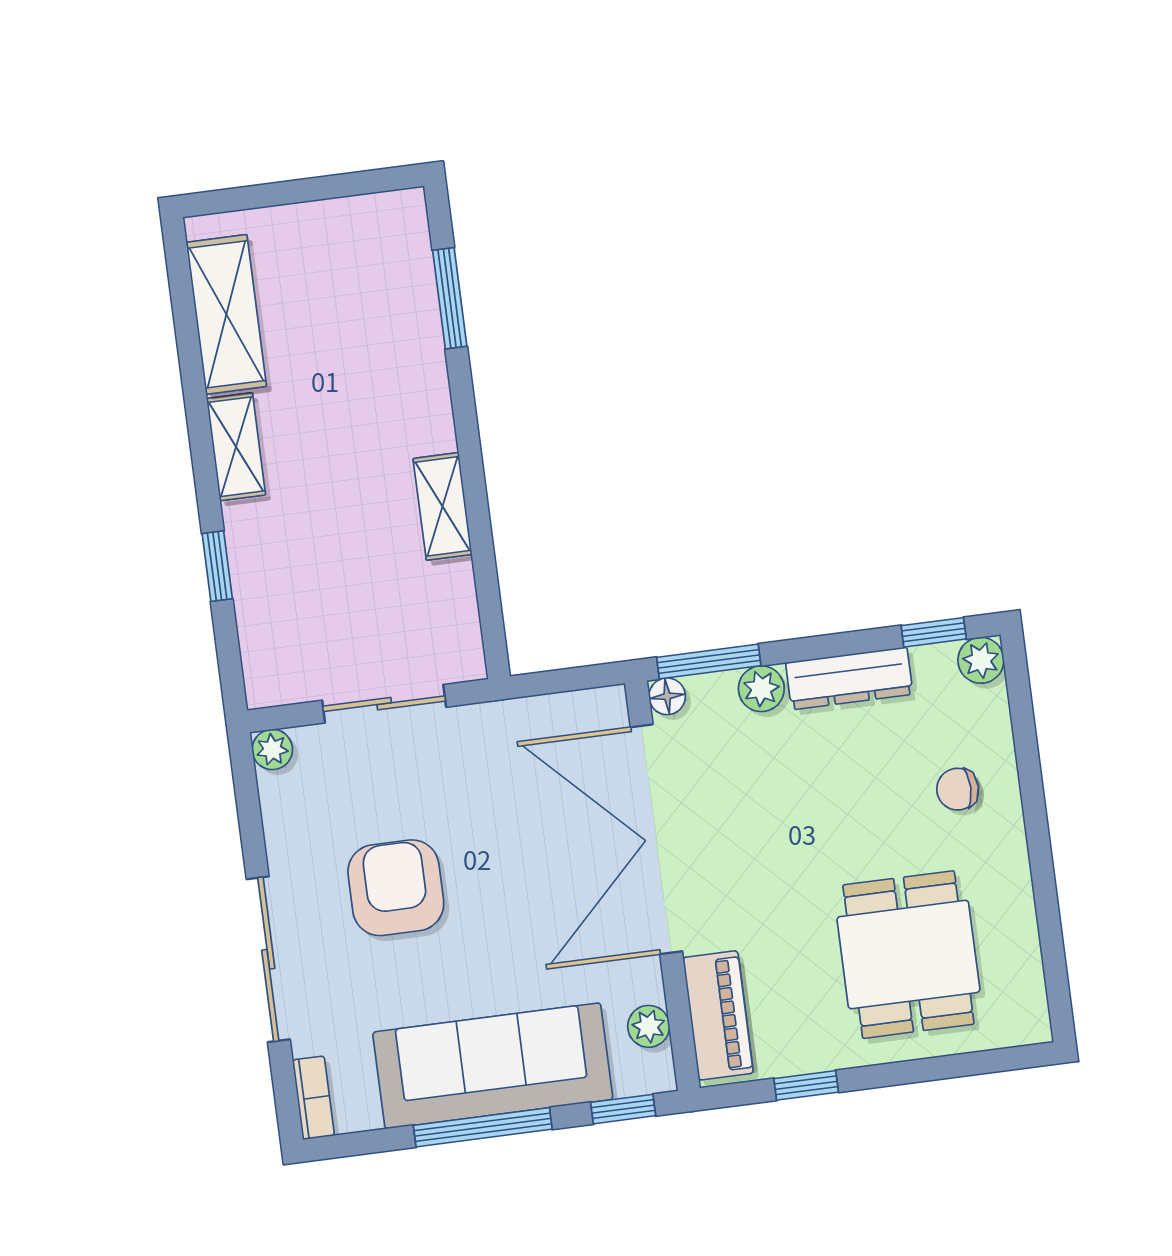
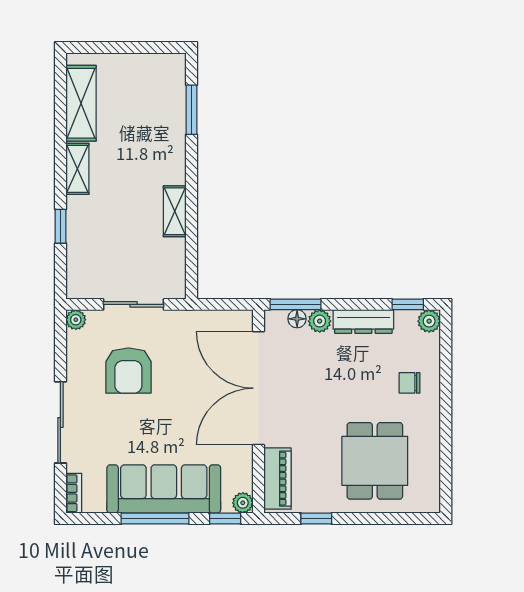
floor lamp: (667, 696) -> (297, 319), moved
armchair: (396, 888) -> (128, 371), moved, turned 180
plant: (649, 1026) -> (243, 503), moved

